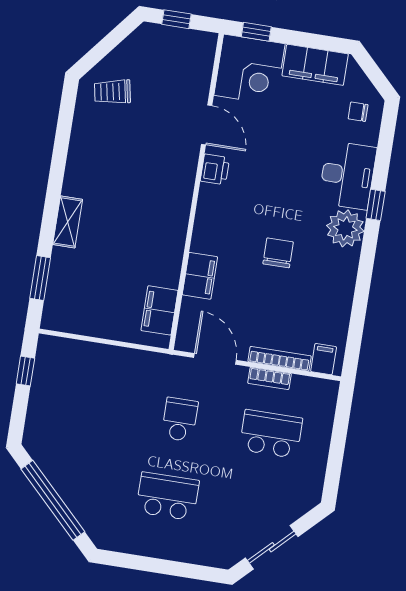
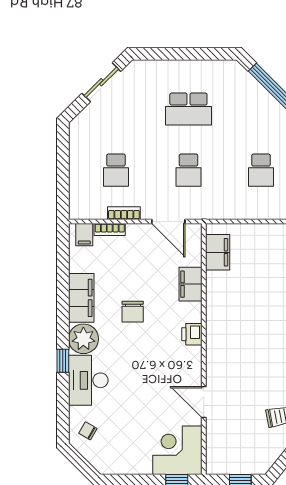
filing cabinet: (315, 65) -> (81, 298), moved, turned 90
chair: (358, 112) -> (88, 431), turned -150
printer: (215, 169) -> (192, 334), moved
bookcase: (280, 359) -> (110, 230), width x0.64
school desk: (88, 405) -> (261, 170), added
school desk: (271, 434) -> (116, 170), width x0.54

